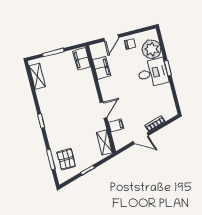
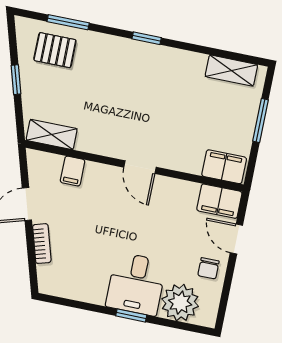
filing cabinet: (102, 68) -> (219, 201), moved
door: (104, 110) -> (140, 167), moved

